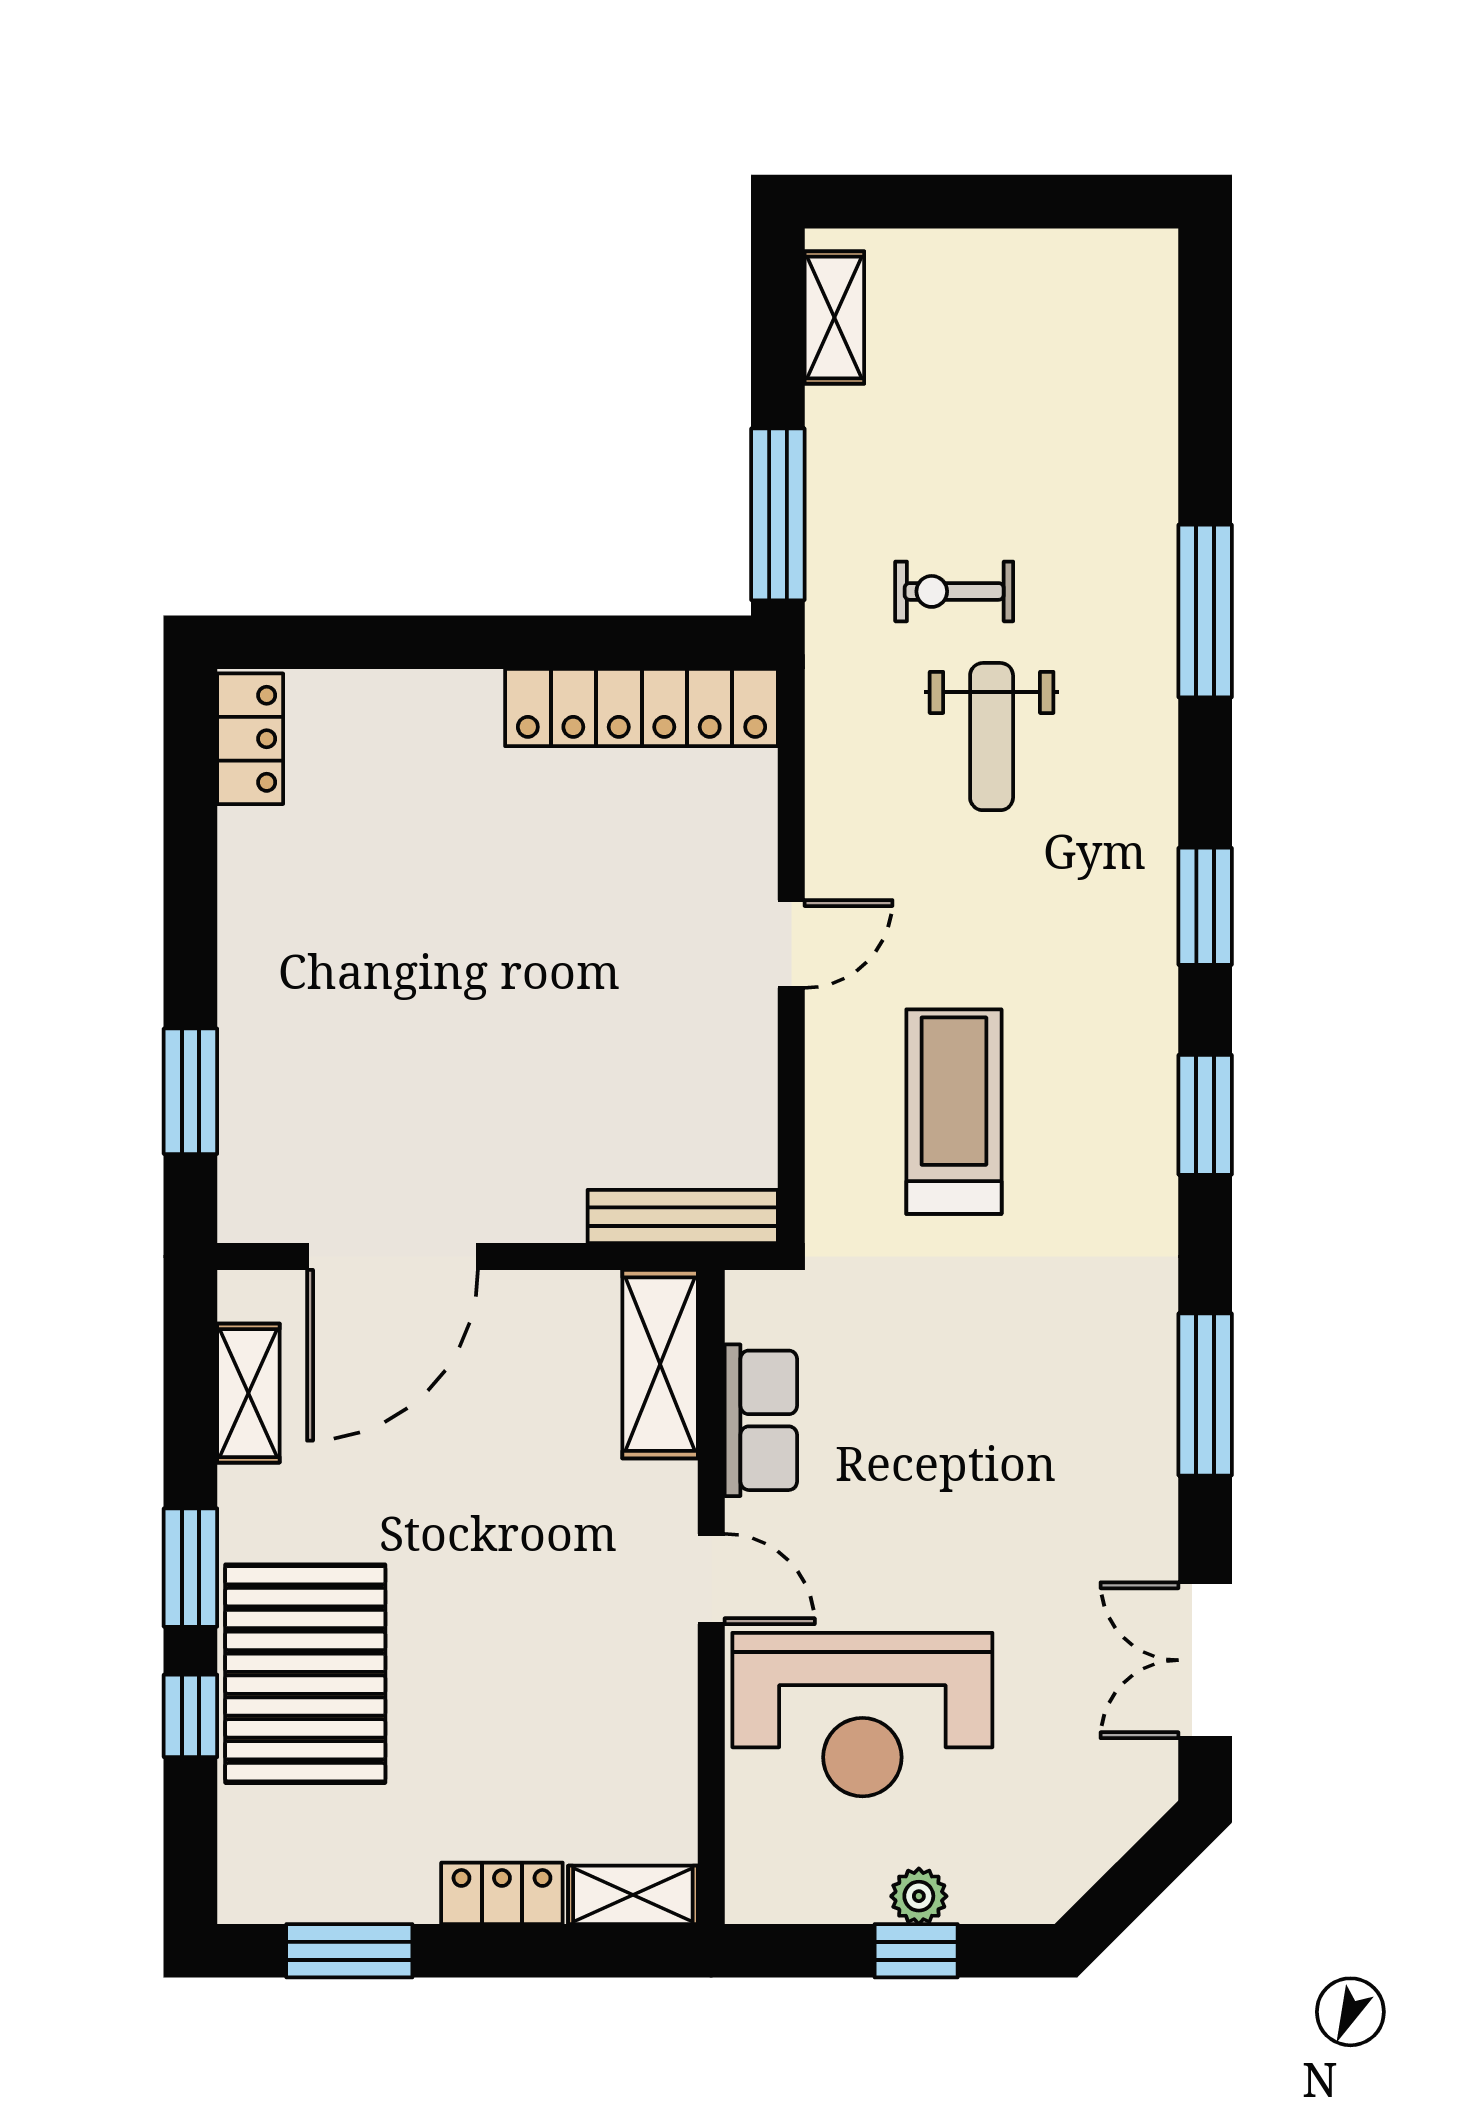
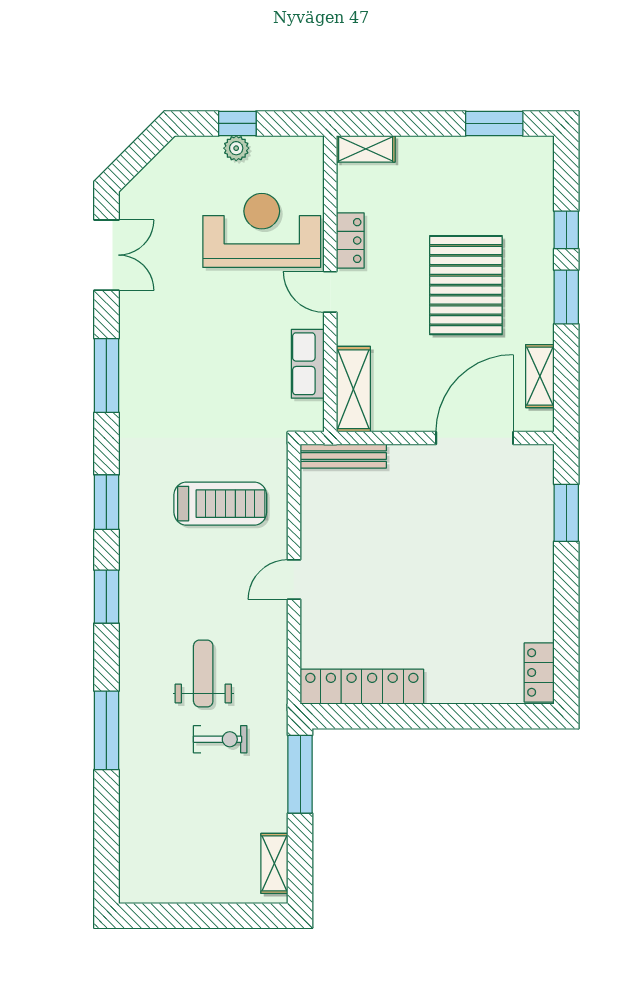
treadmill: (954, 1112) -> (220, 504), turned -90
pallet: (305, 1674) -> (466, 285), moved
locker: (502, 1893) -> (350, 240), moved, turned -90

